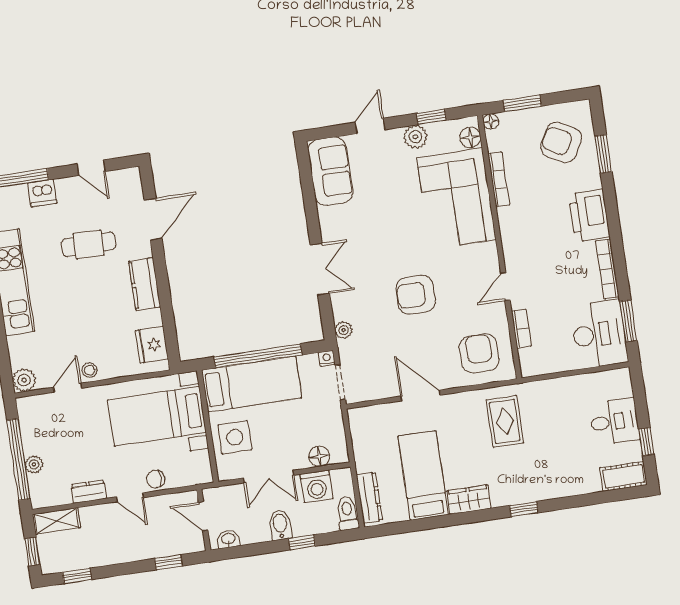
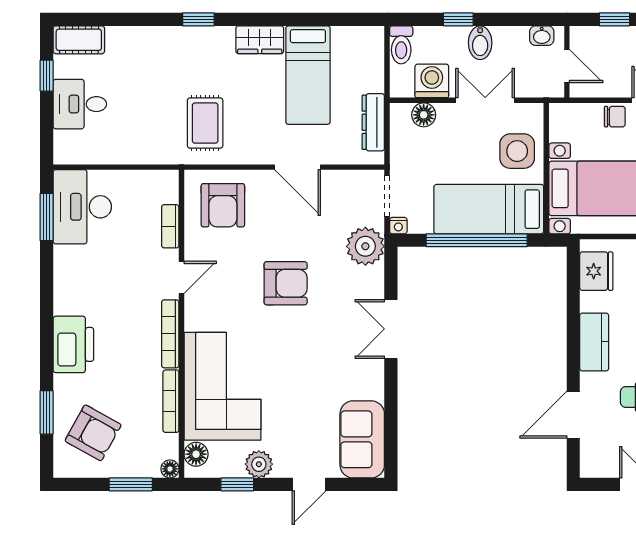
bookcase: (607, 269) -> (170, 334), moved, turned 180
plant: (343, 330) -> (365, 246), width x1.88, depth x1.88
dresser: (369, 498) -> (373, 122), moved

